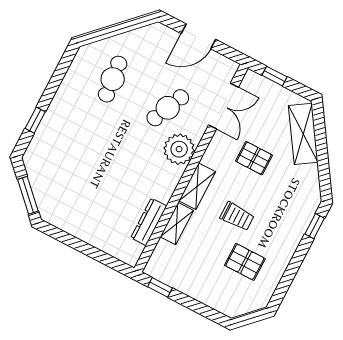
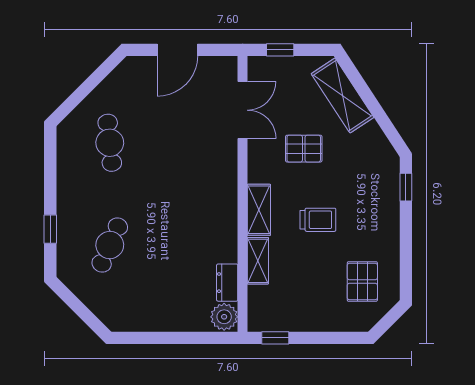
cafe table: (168, 108) -> (110, 245), moved
plant: (179, 149) -> (224, 317), moved, width x0.73, depth x0.73
window: (28, 195) -> (84, 313), removed
dresser: (149, 222) -> (227, 283), width x0.70
pallet: (245, 262) -> (362, 281), moved, turned 90

